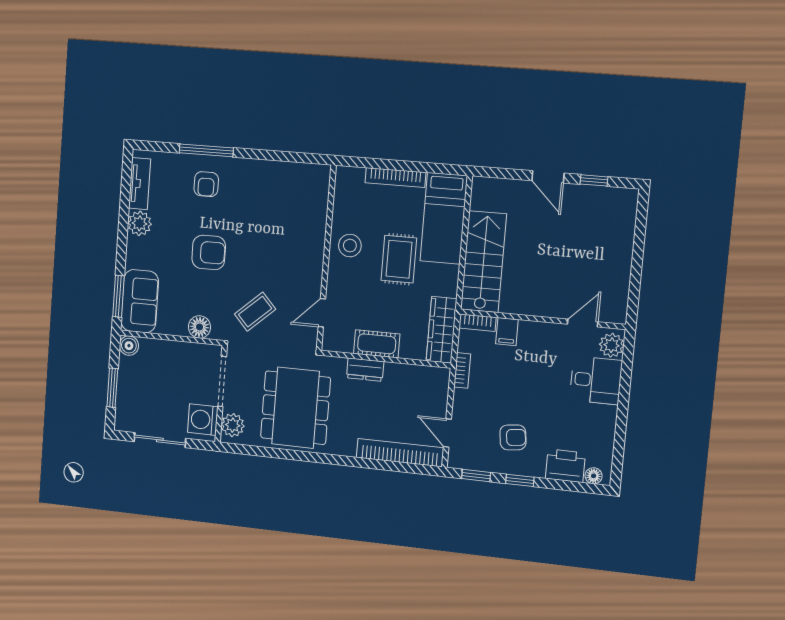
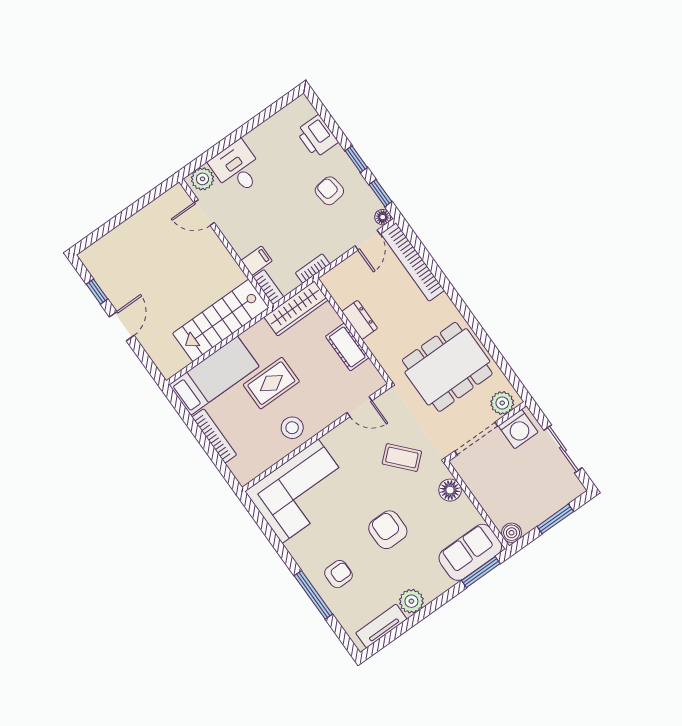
corner sofa: (295, 209) -> (300, 491), added
dresser: (365, 370) -> (360, 320), moved
floor lamp: (594, 476) -> (383, 217), moved

